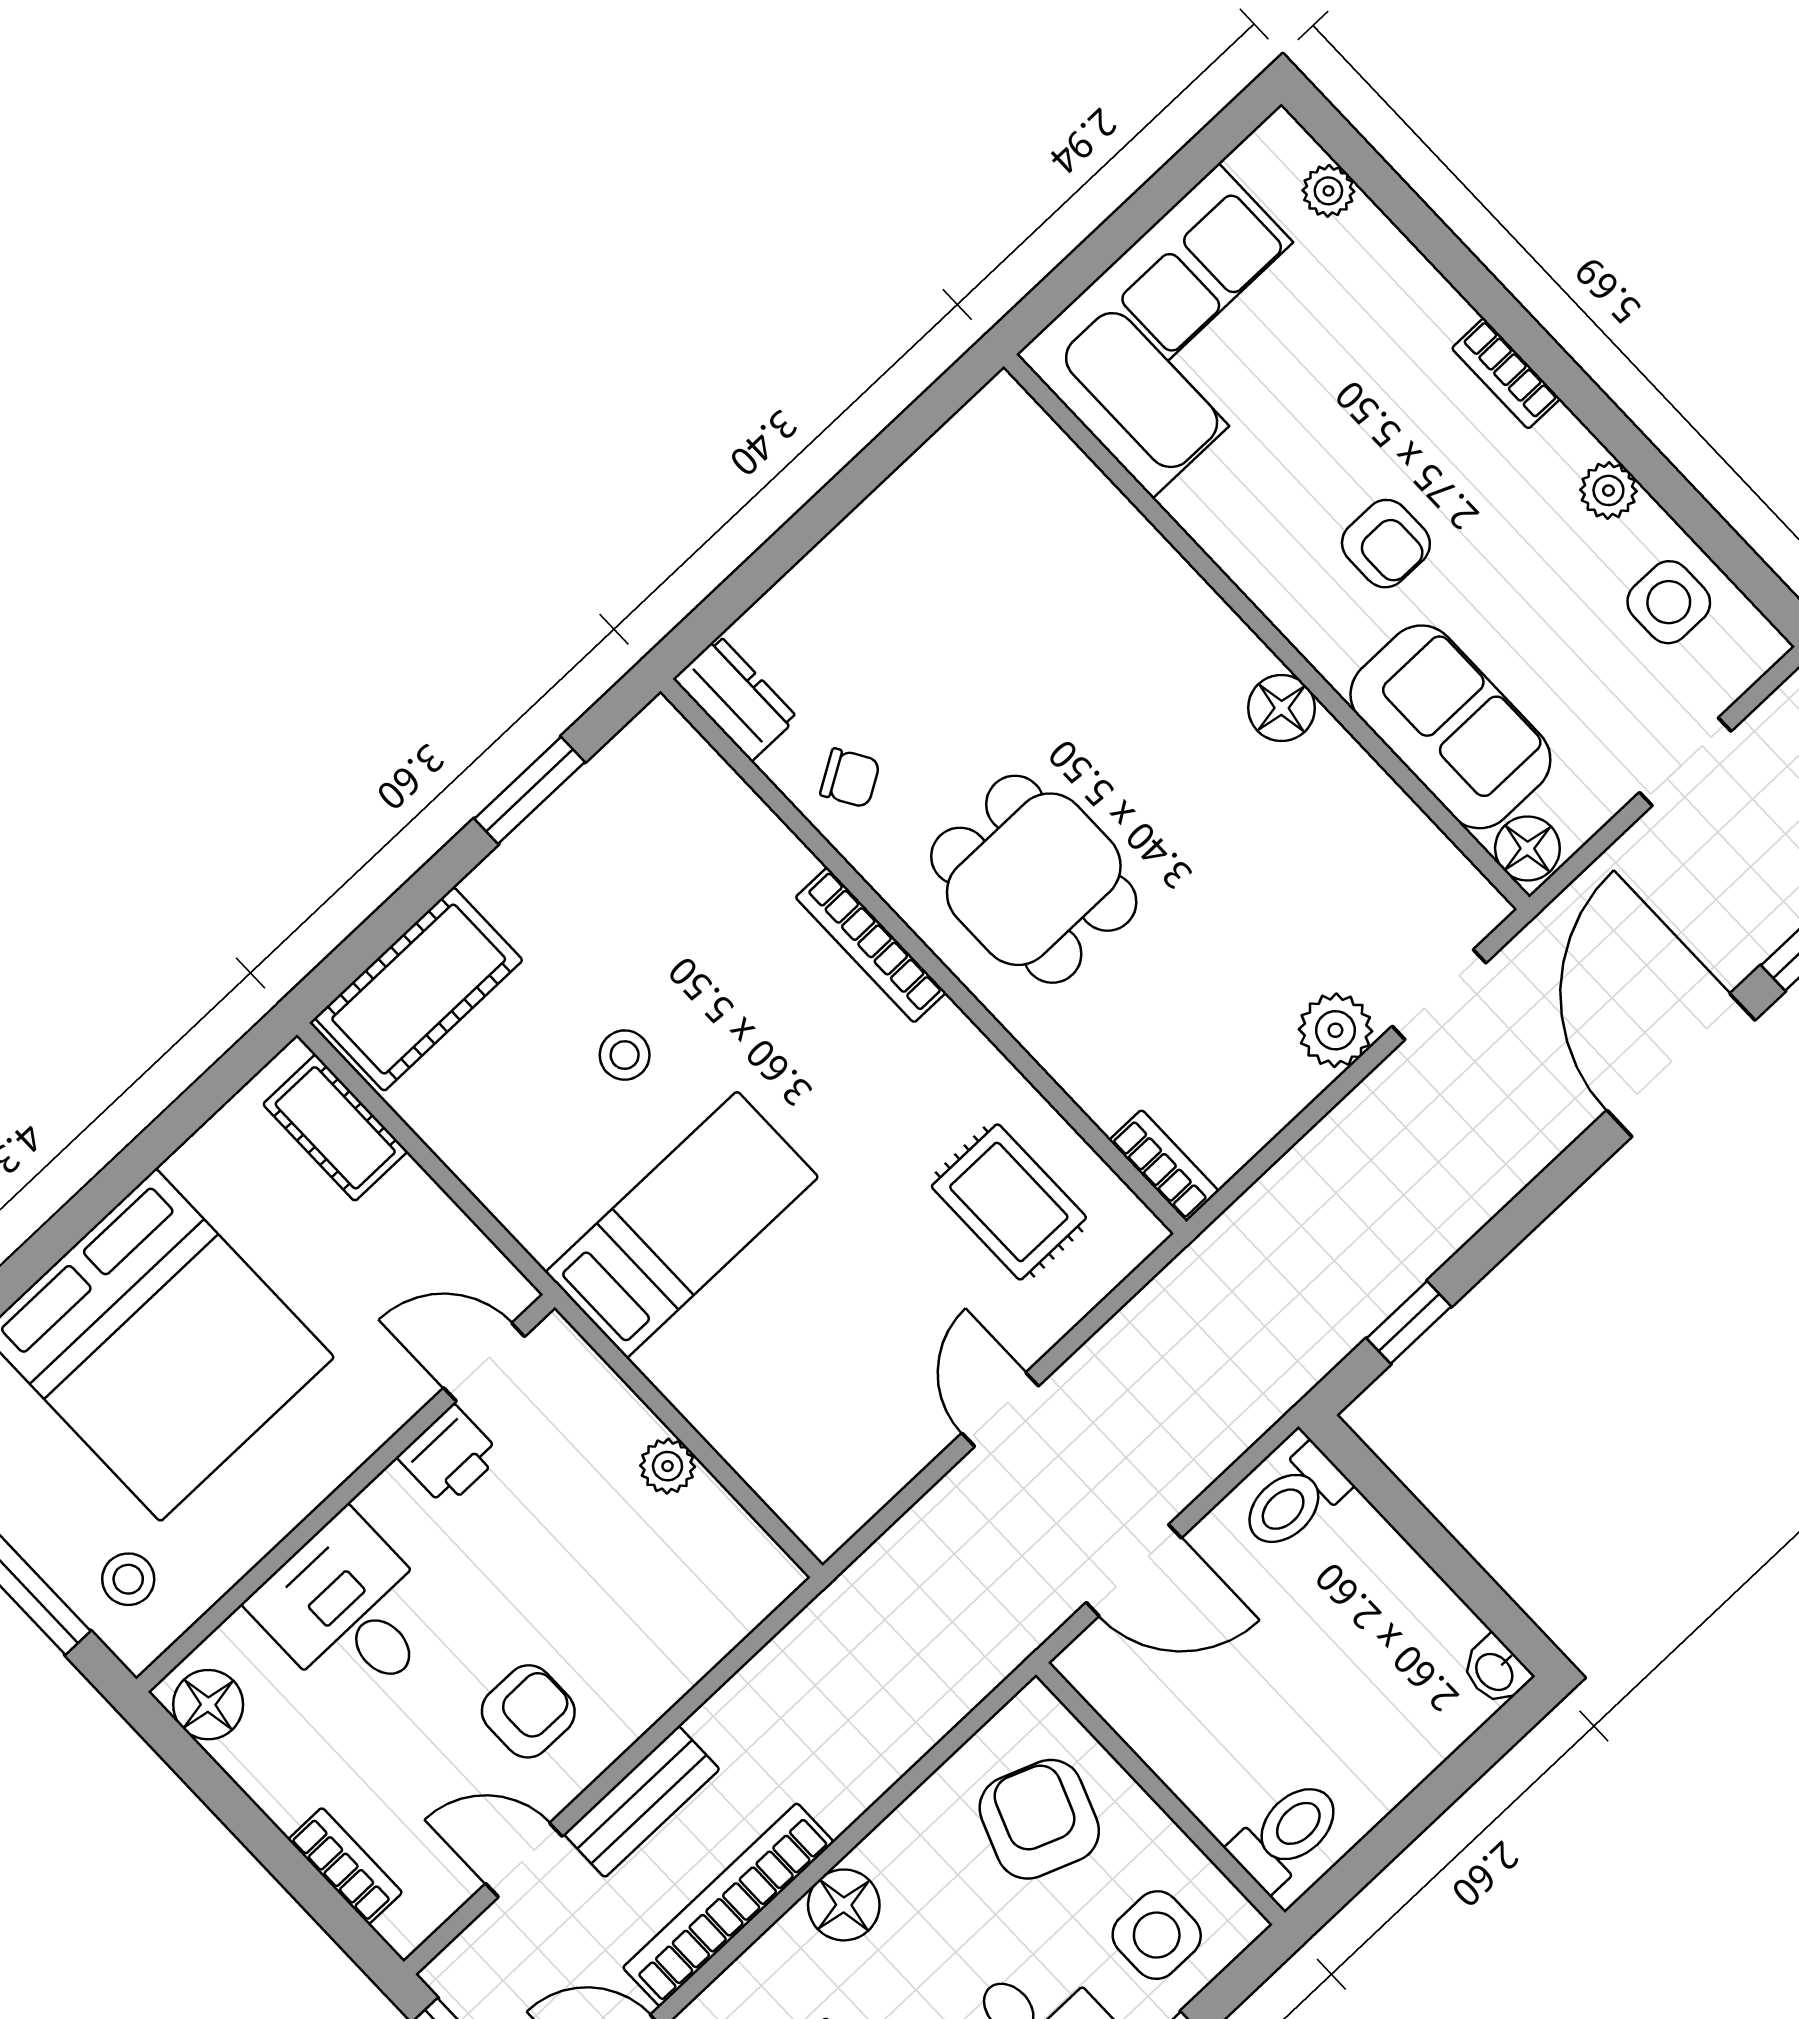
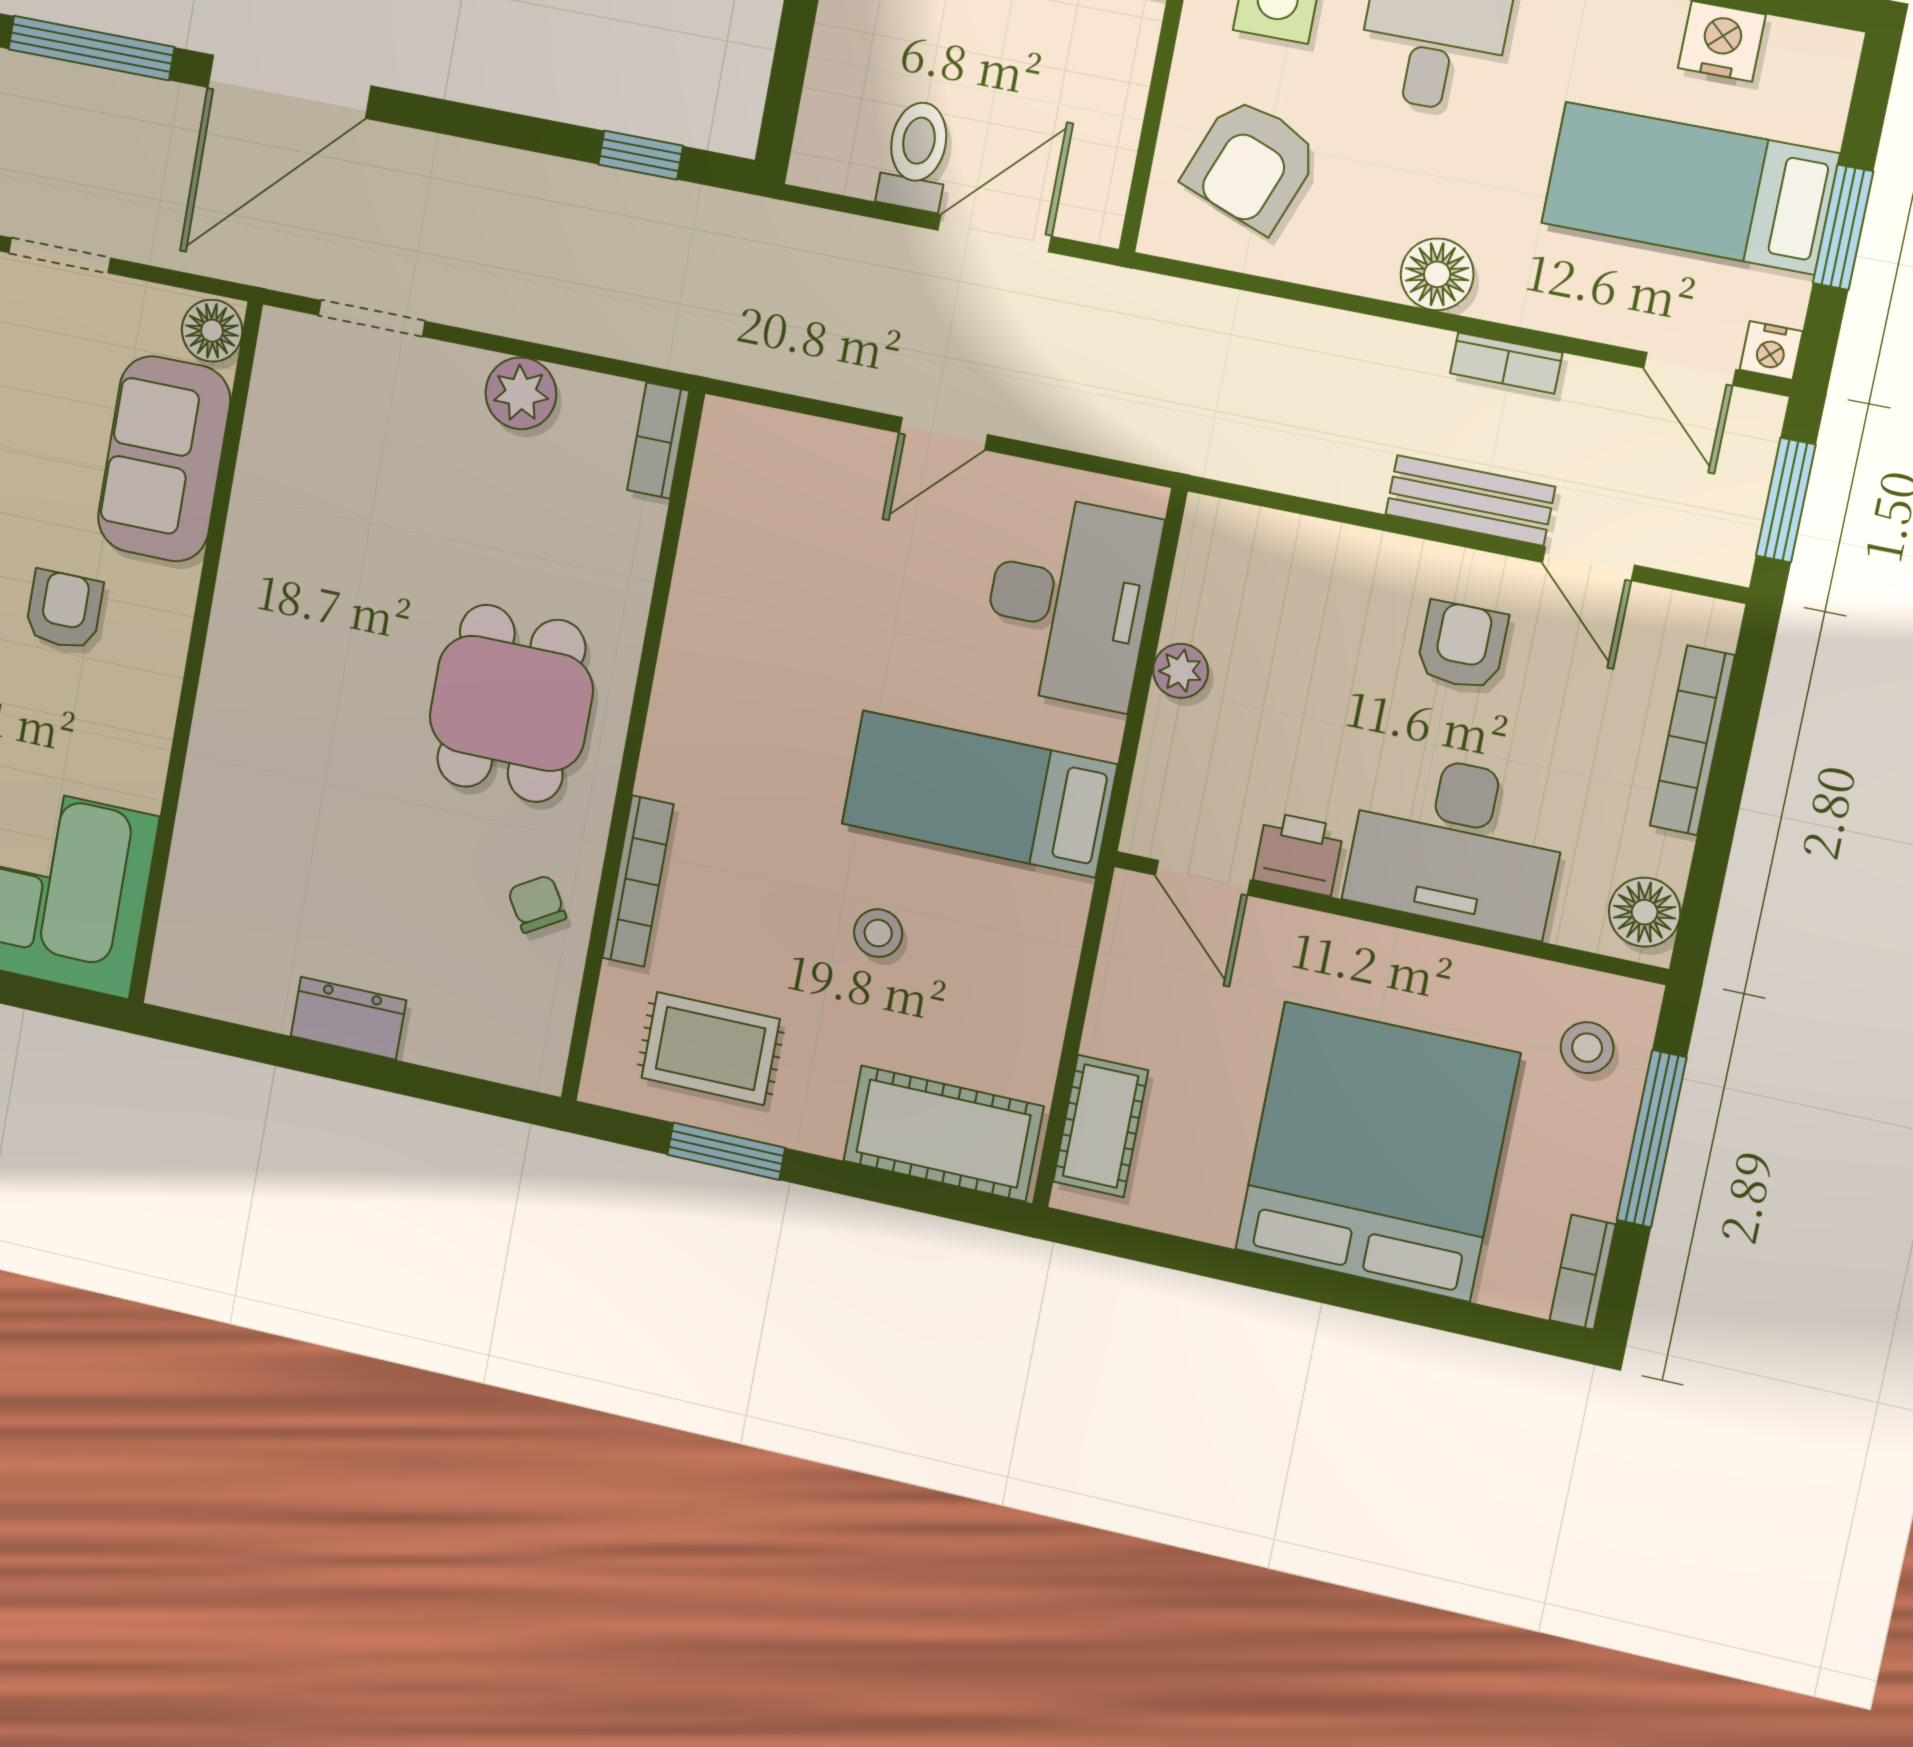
dresser: (735, 699) -> (348, 1018), moved, turned 90
floor lamp: (1282, 708) -> (244, 602), removed
bookcase: (871, 945) -> (638, 881), moved
plant: (1335, 1030) -> (521, 393), moved
rug: (1009, 1202) -> (711, 1048), moved, turned 90
desk: (789, 1415) -> (1069, 601), added
toilet: (1294, 1499) -> (916, 155), moved, turned -90
door: (1134, 1570) -> (995, 233), hinge flipped
desk: (349, 1611) -> (1457, 843), width x1.37
armchair: (528, 1711) -> (1462, 645), turned 90
bookcase: (345, 1866) -> (1692, 740), width x1.56
bookcase: (728, 1905) -> (1506, 363), width x0.43, depth x0.76

